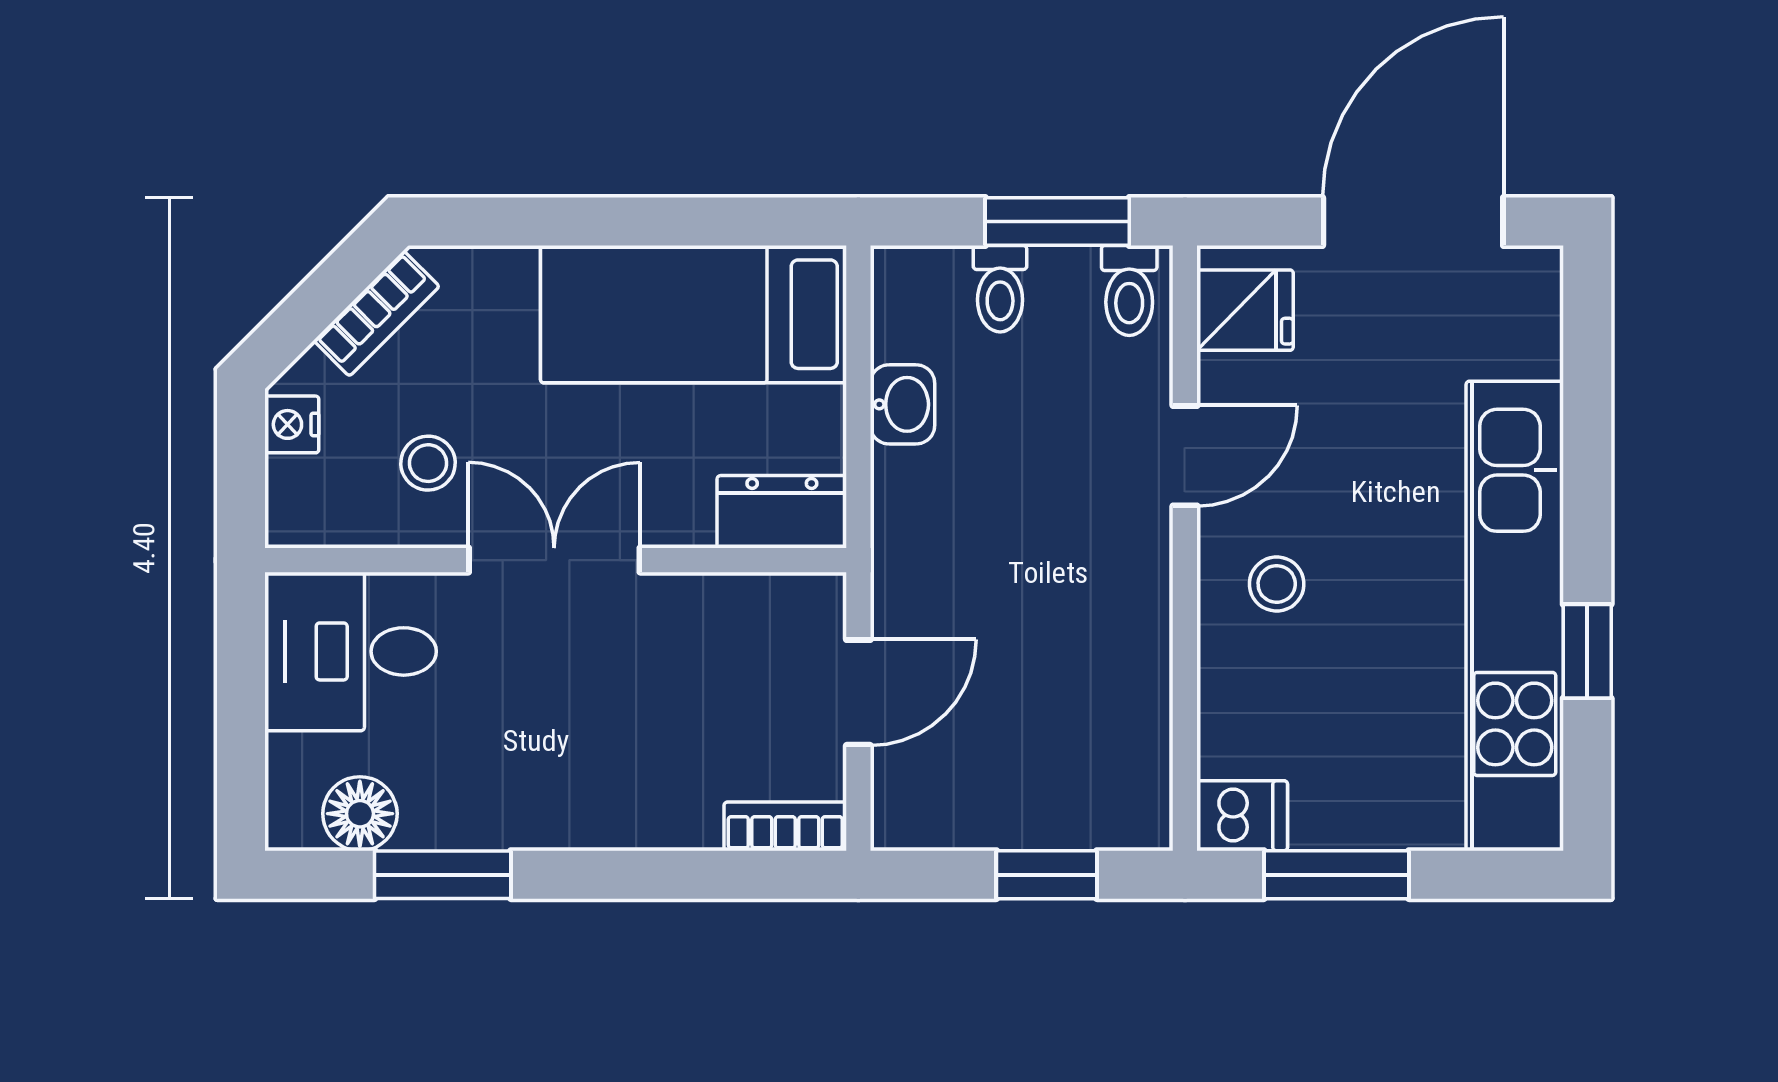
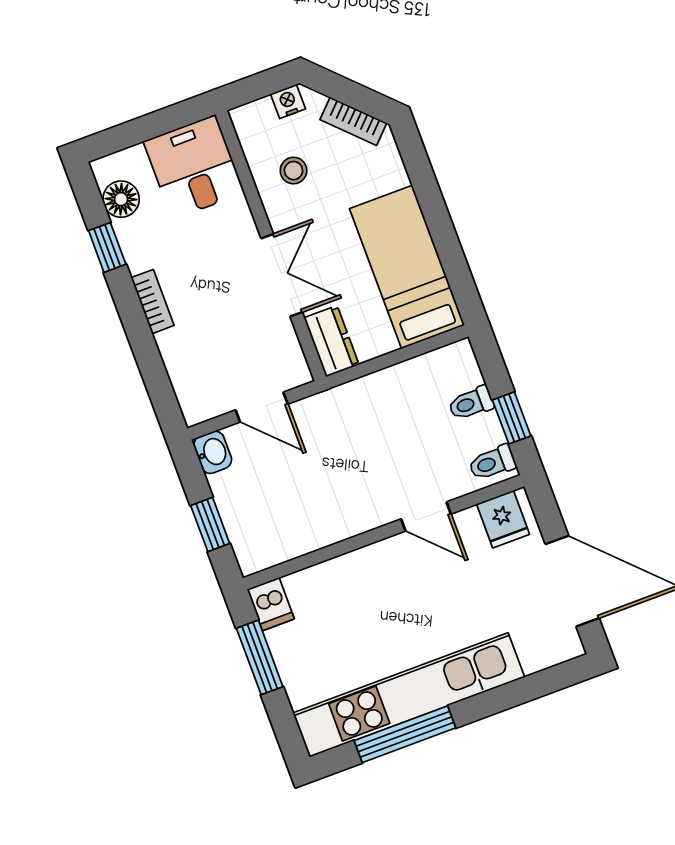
window: (1057, 222) -> (512, 418), width x0.67
washbasin: (903, 404) -> (213, 452), moved, turned -90
double door: (554, 560) -> (282, 275), moved
stool: (1277, 584) -> (383, 580), removed
window: (1587, 651) -> (405, 734), width x2.17
bookcase: (785, 826) -> (153, 302), moved
window: (443, 875) -> (107, 247), width x0.67

